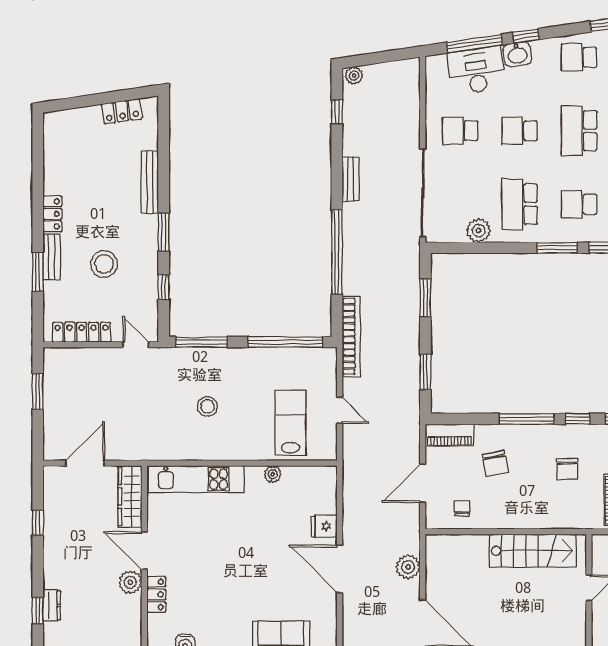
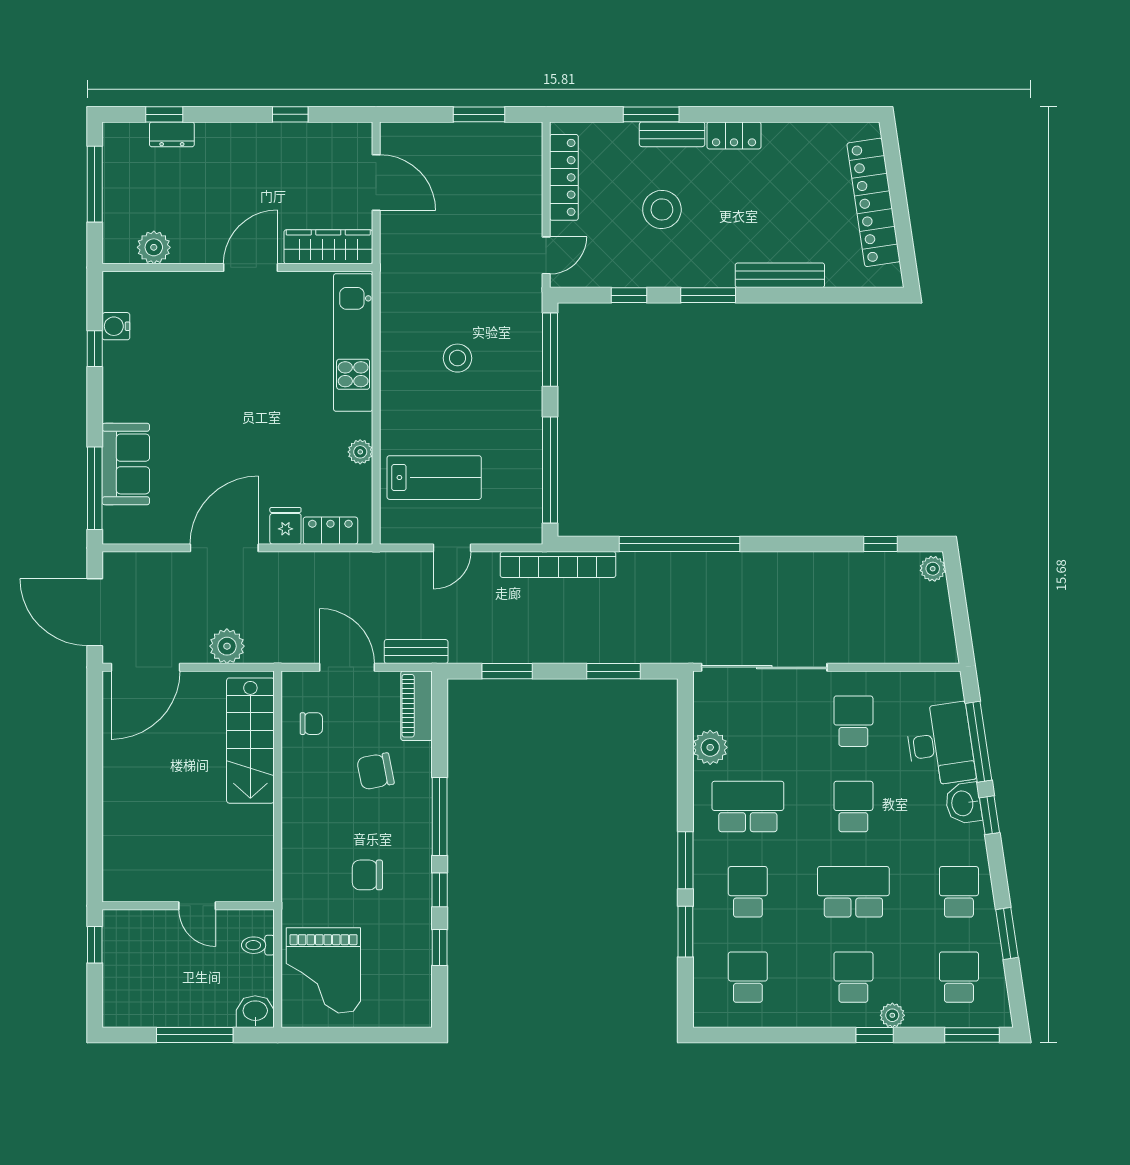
locker: (122, 111) -> (874, 202), width x2.16, depth x1.21
bench: (350, 179) -> (416, 651), moved
stairs: (533, 551) -> (250, 741), moved
plant: (130, 582) -> (154, 247), moved
locker: (156, 594) -> (330, 531), moved, turned 180

